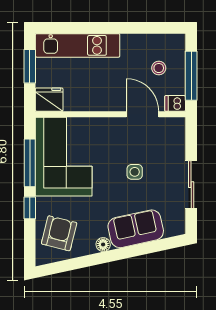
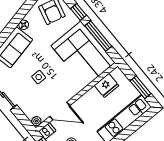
fridge: (49, 100) -> (107, 85), moved
plant: (178, 124) -> (36, 121), added

